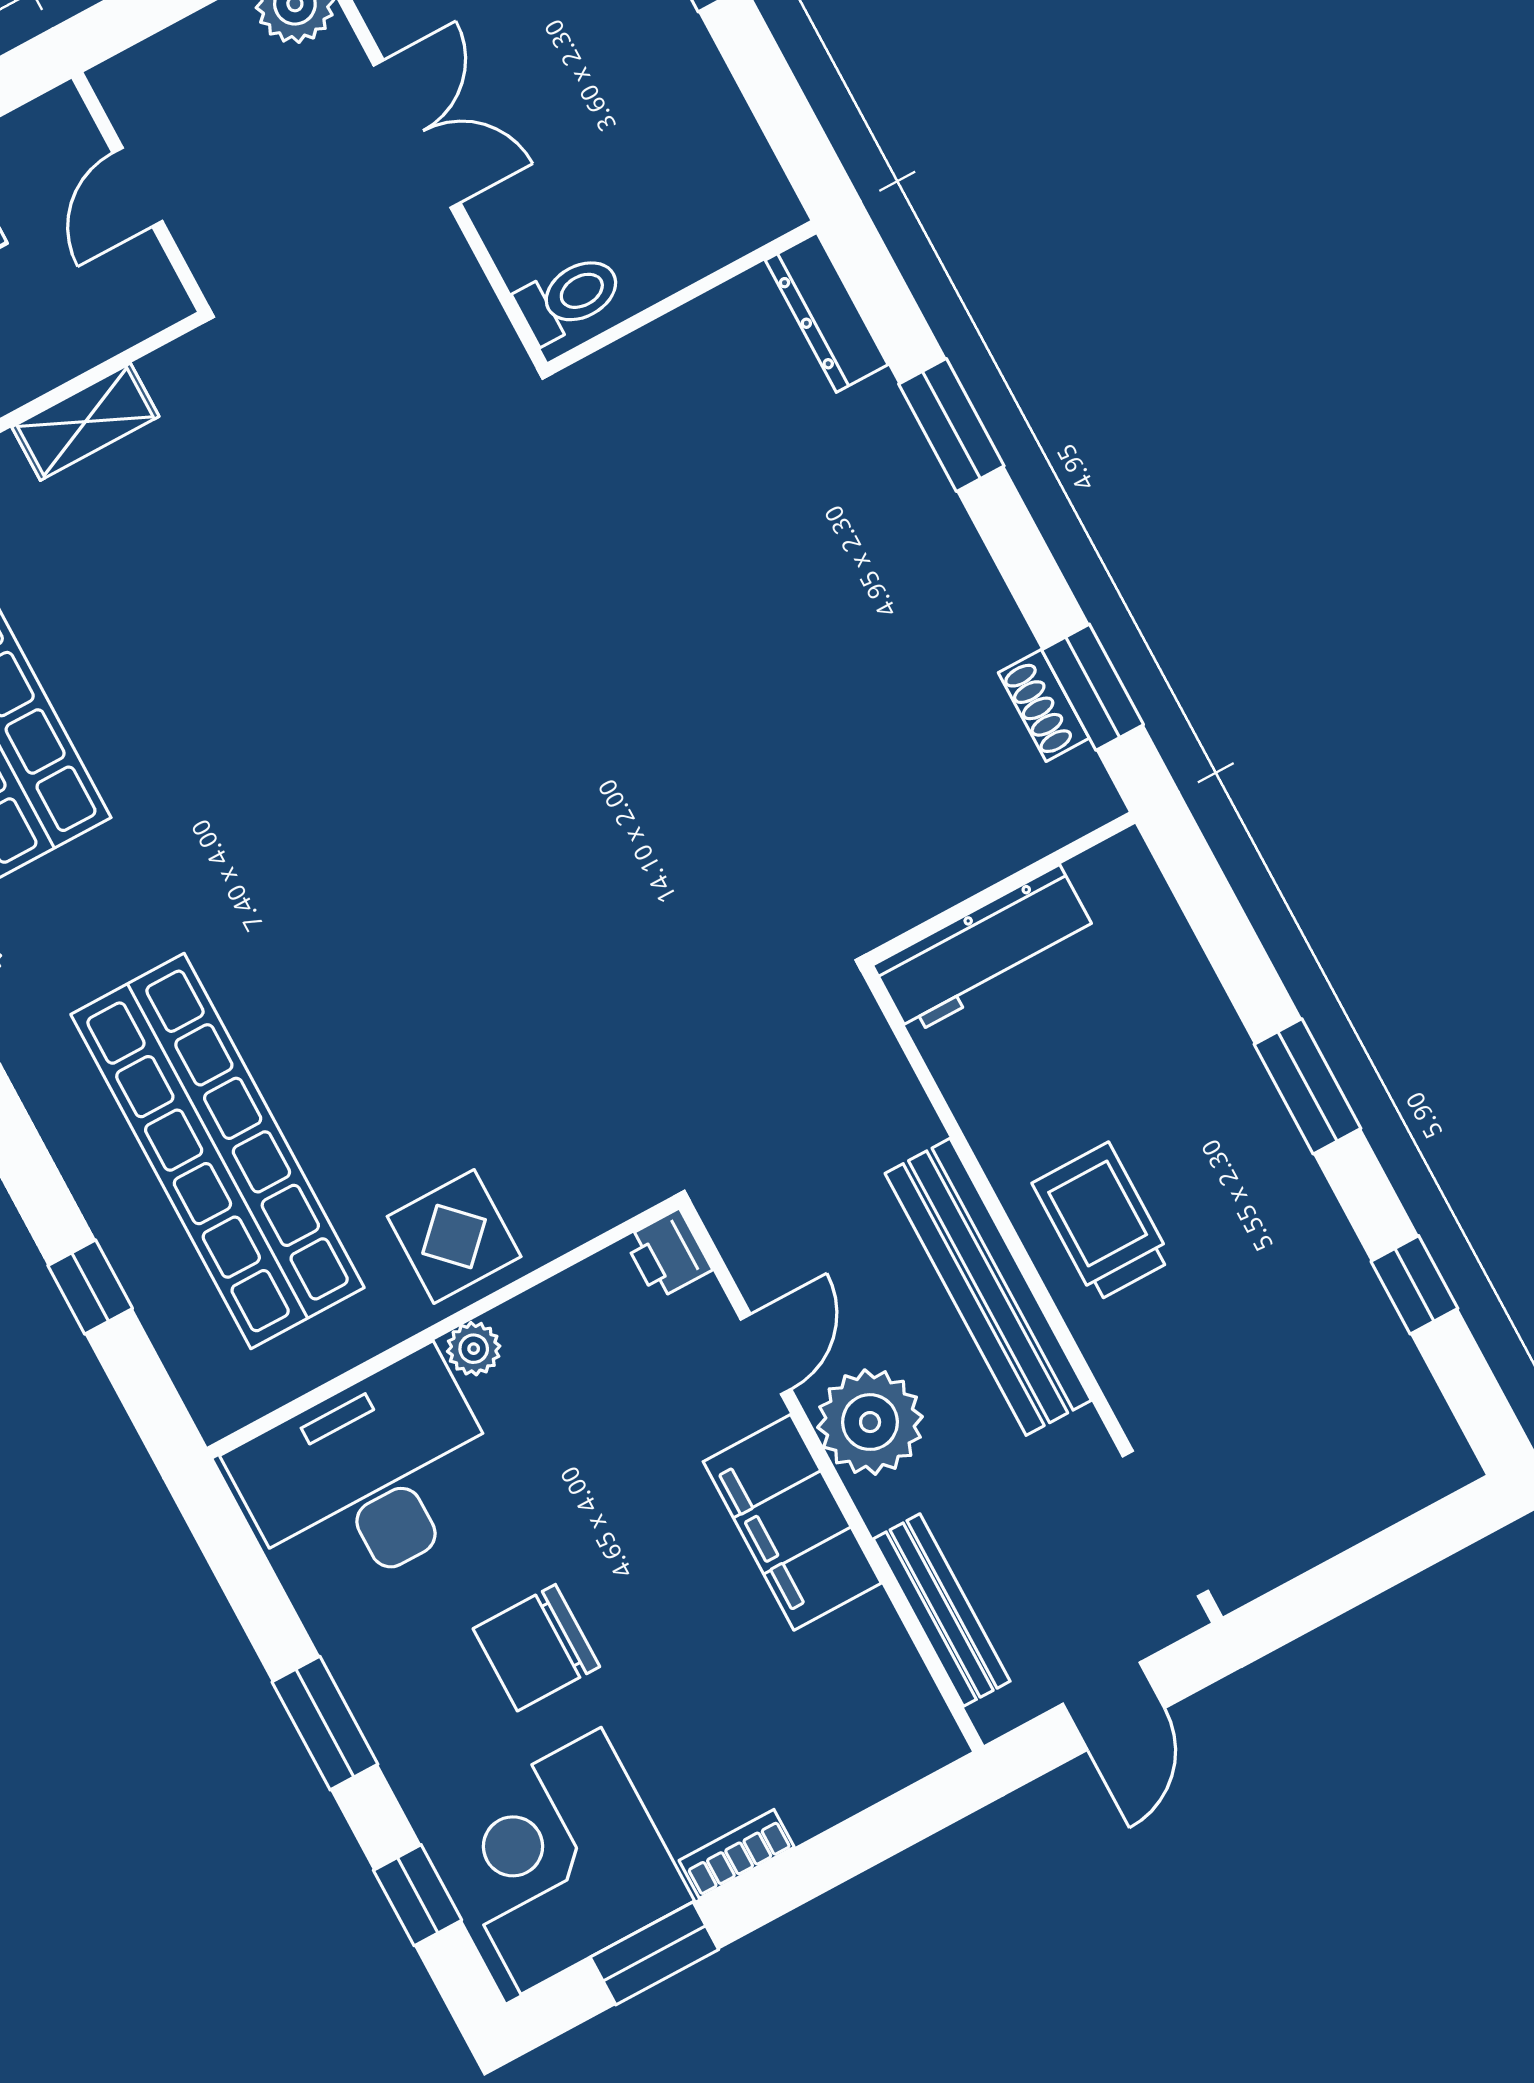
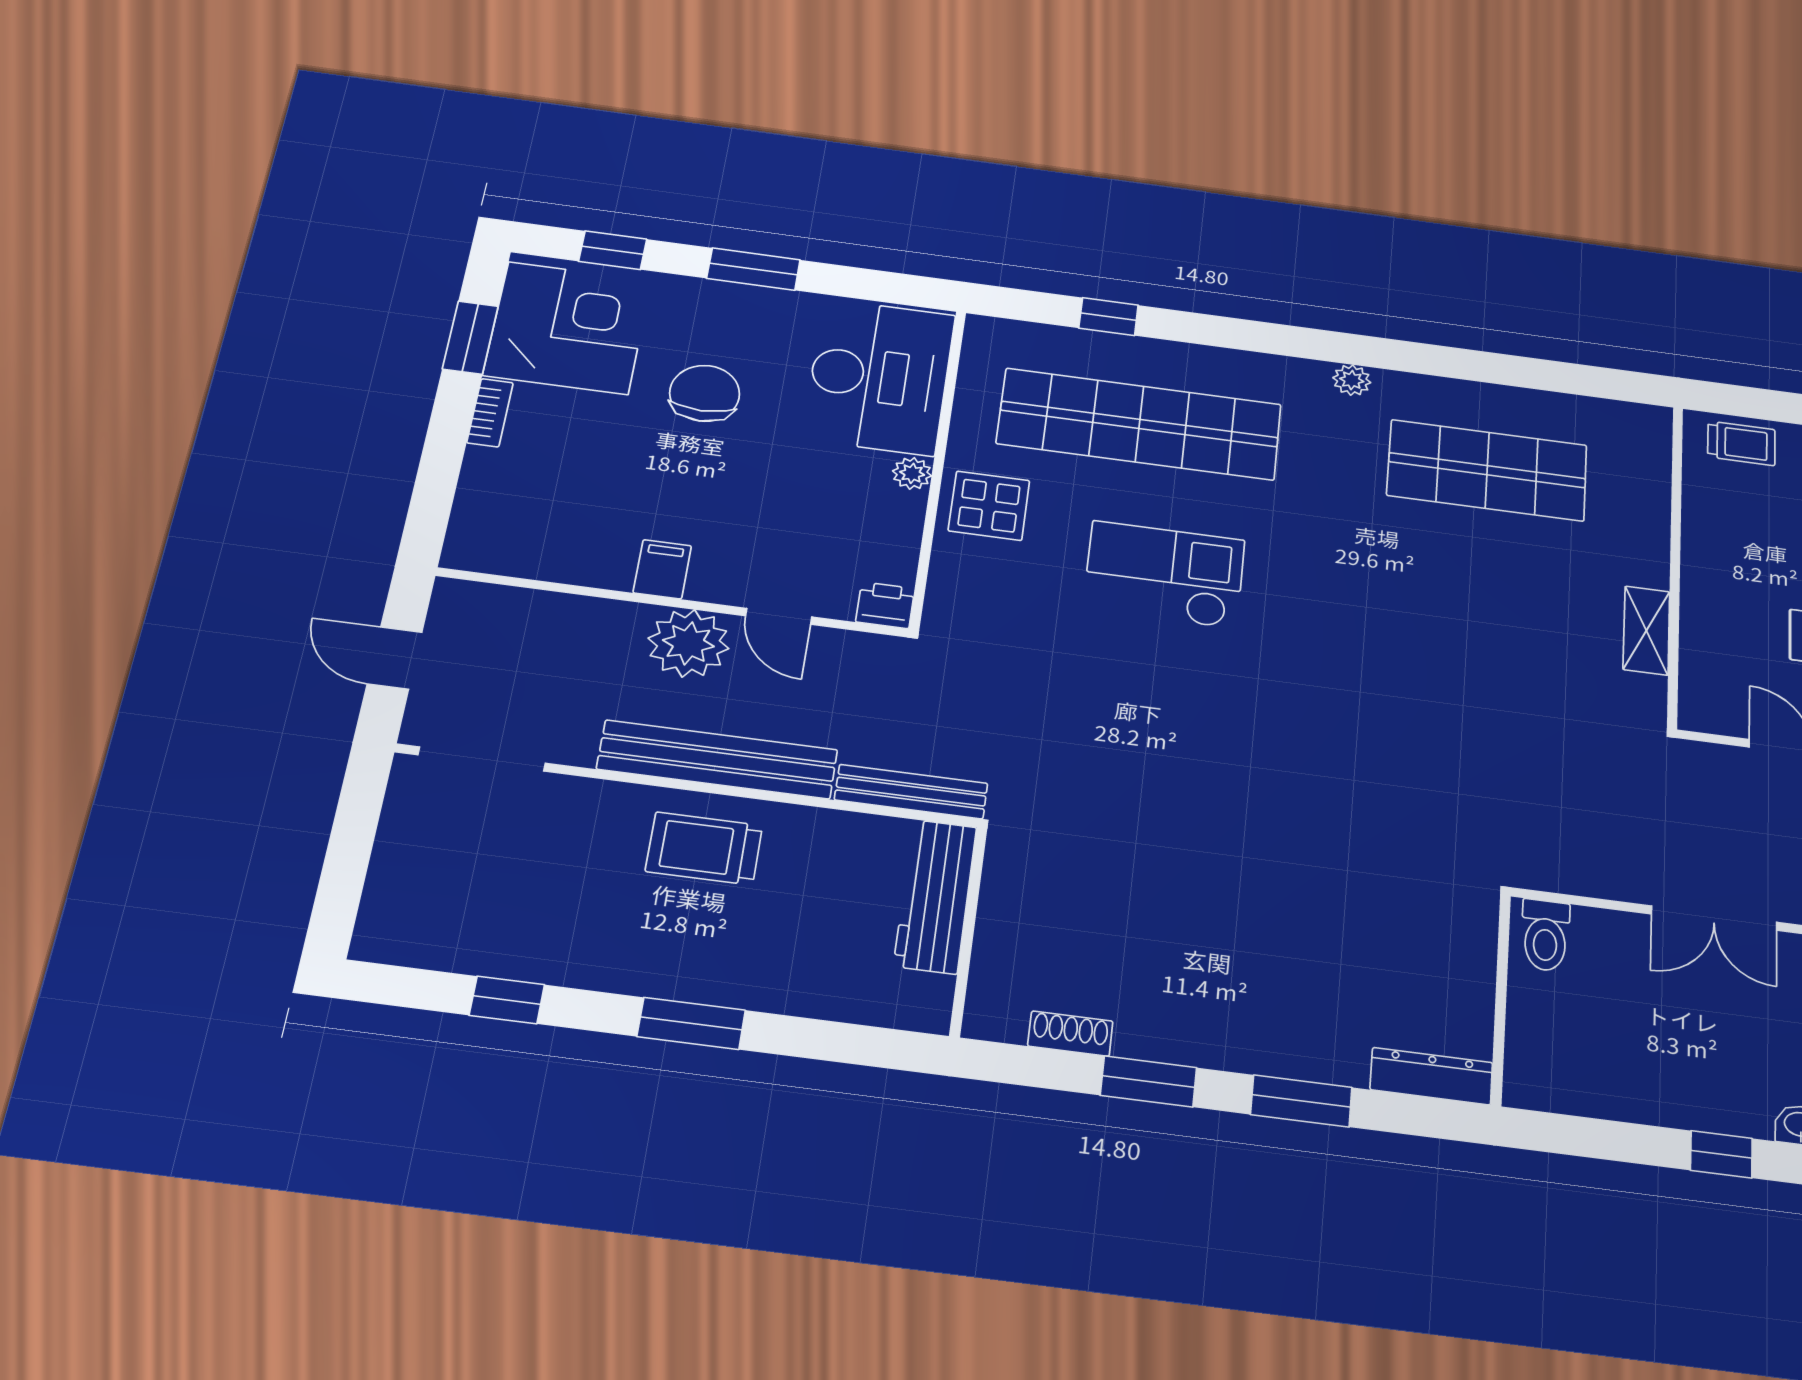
window: (1093, 687) -> (1148, 1081), moved
checkout: (404, 988) -> (1164, 574), added
trolley: (1102, 1222) -> (704, 848), turned 180
filing cabinet: (792, 1522) -> (662, 569), width x0.33, depth x0.86
bench: (942, 1610) -> (911, 792), moved

